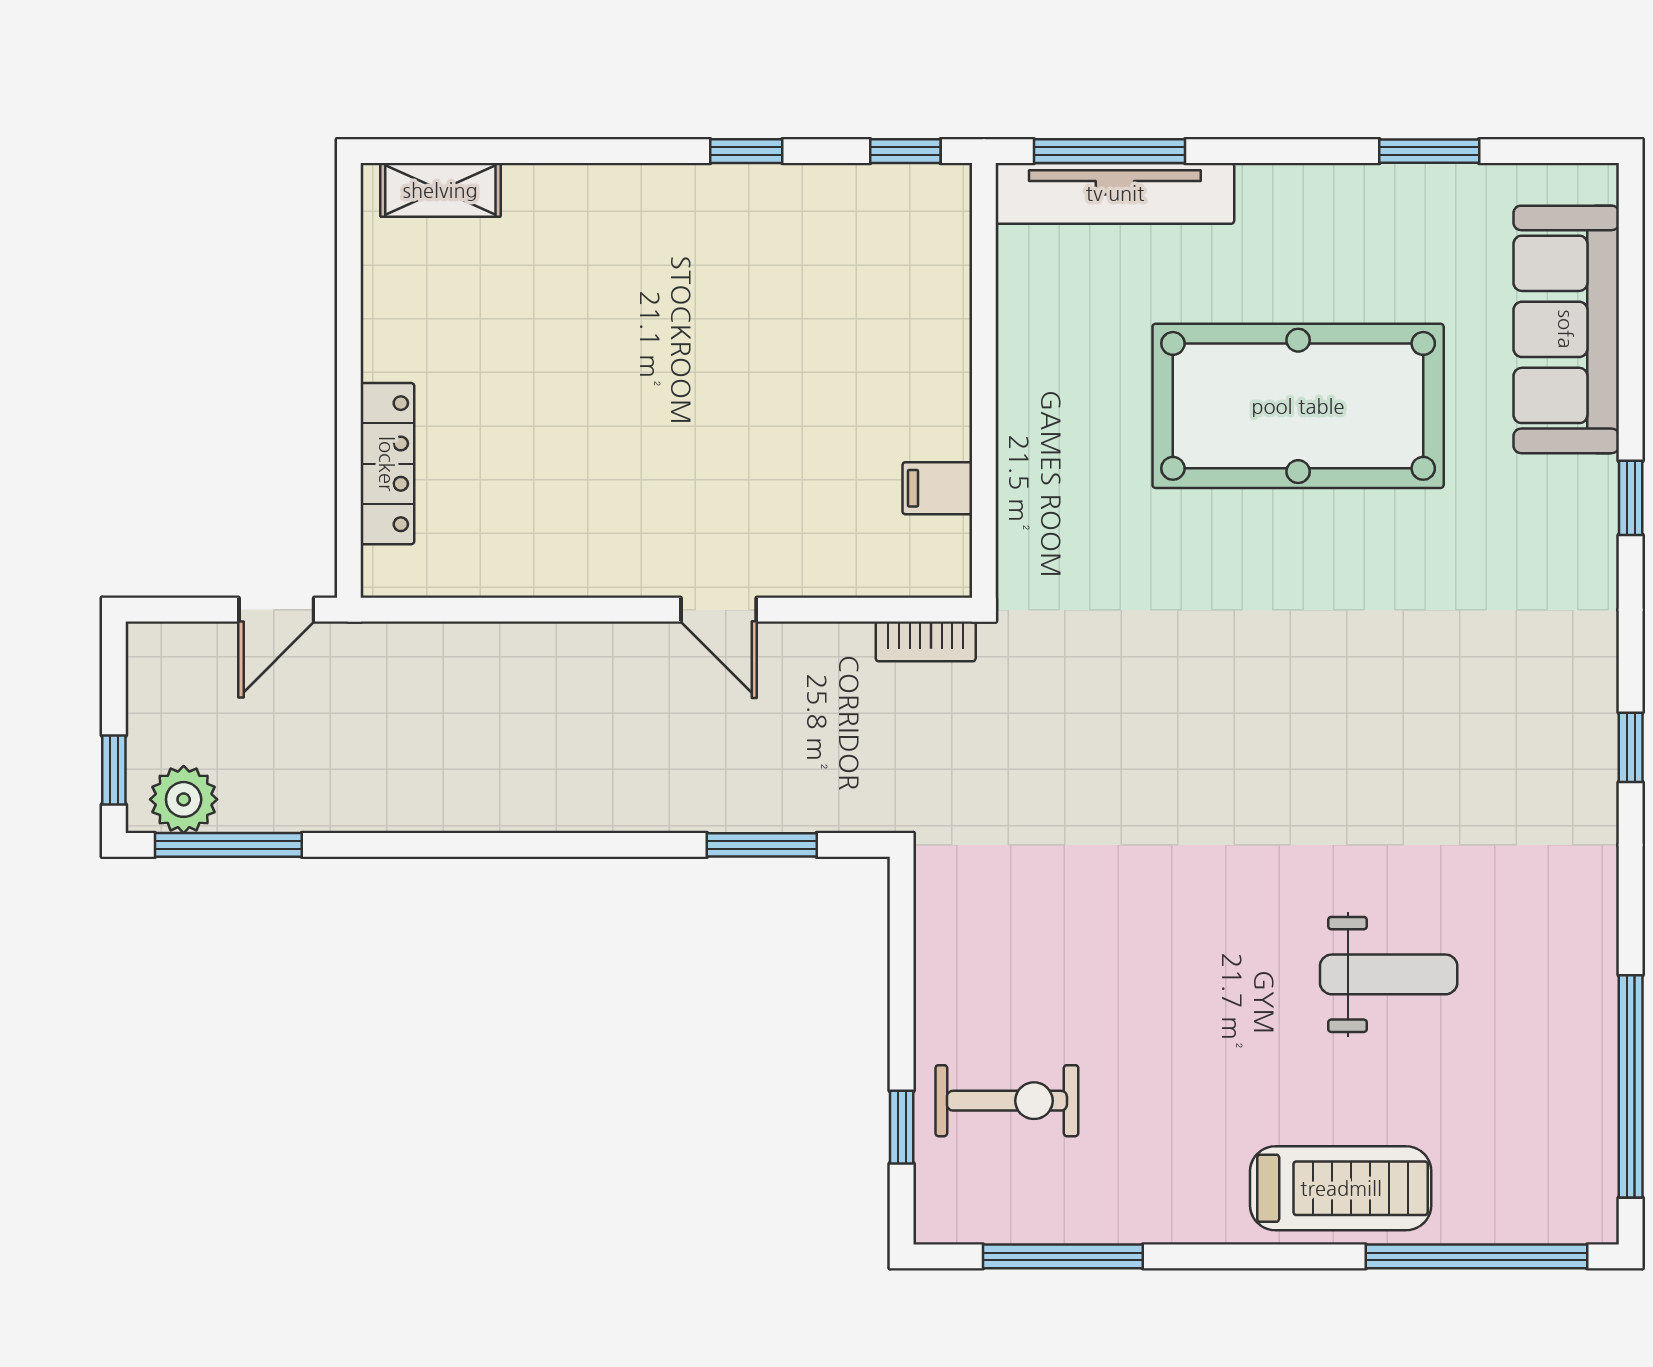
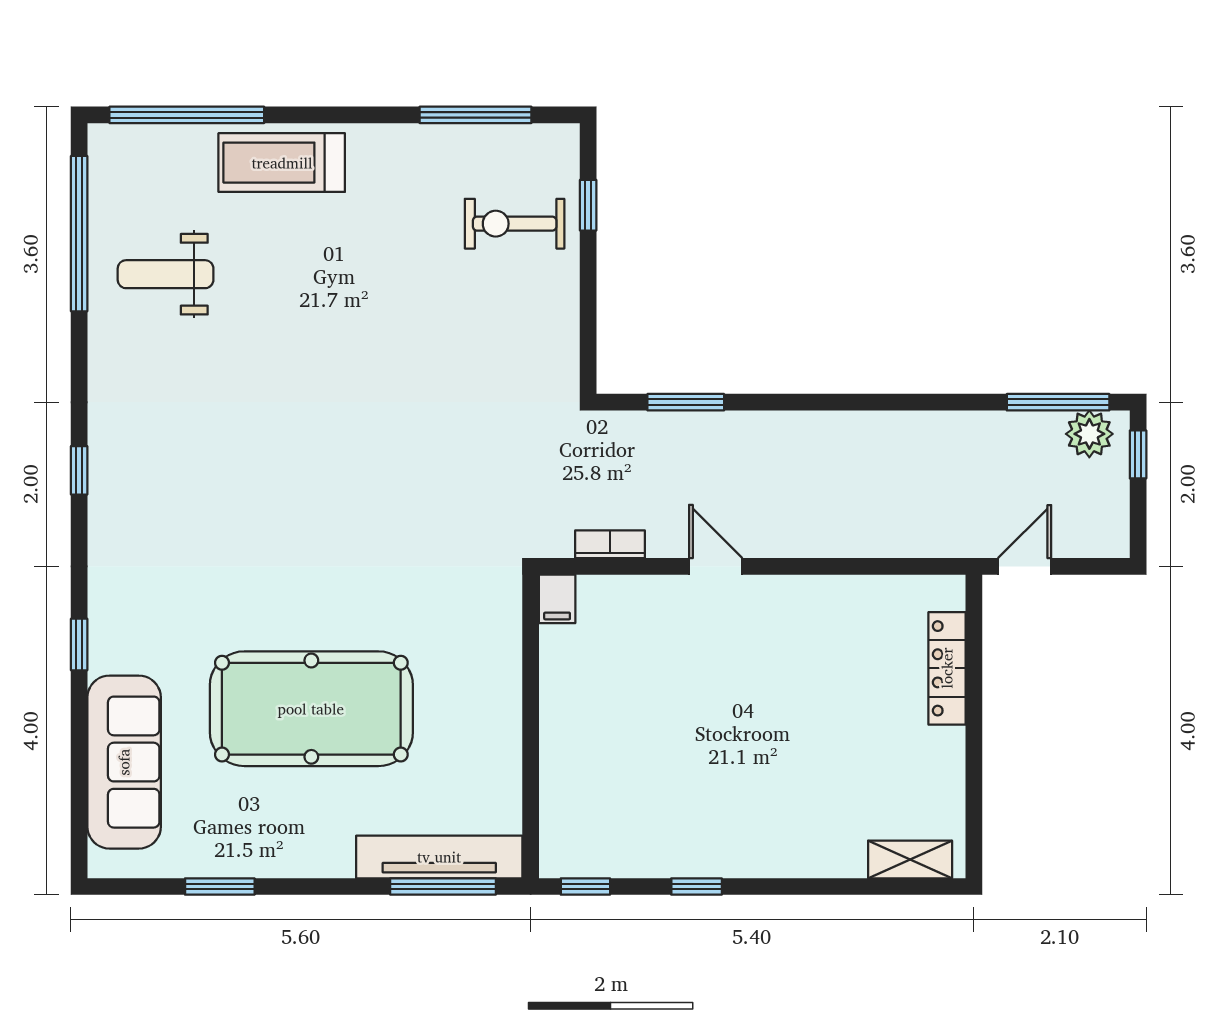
filing cabinet: (937, 488) -> (557, 599), moved, turned 90
bookcase: (926, 641) -> (610, 544), moved
weight bench: (1389, 974) -> (166, 274), moved

